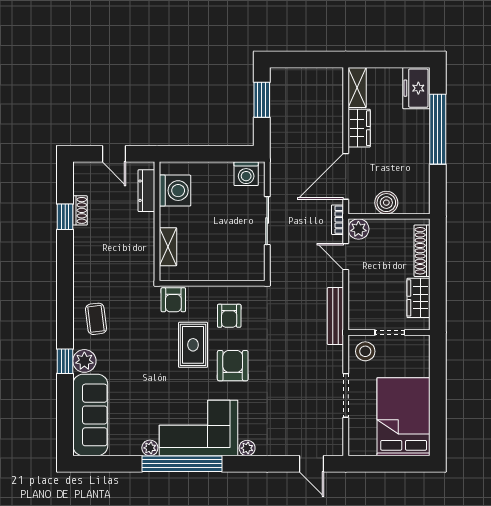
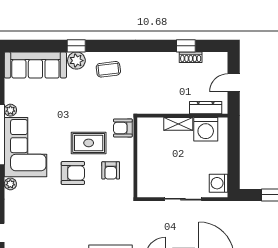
shelving: (168, 247) -> (178, 124), moved
armchair: (229, 316) -> (111, 170), turned -90

